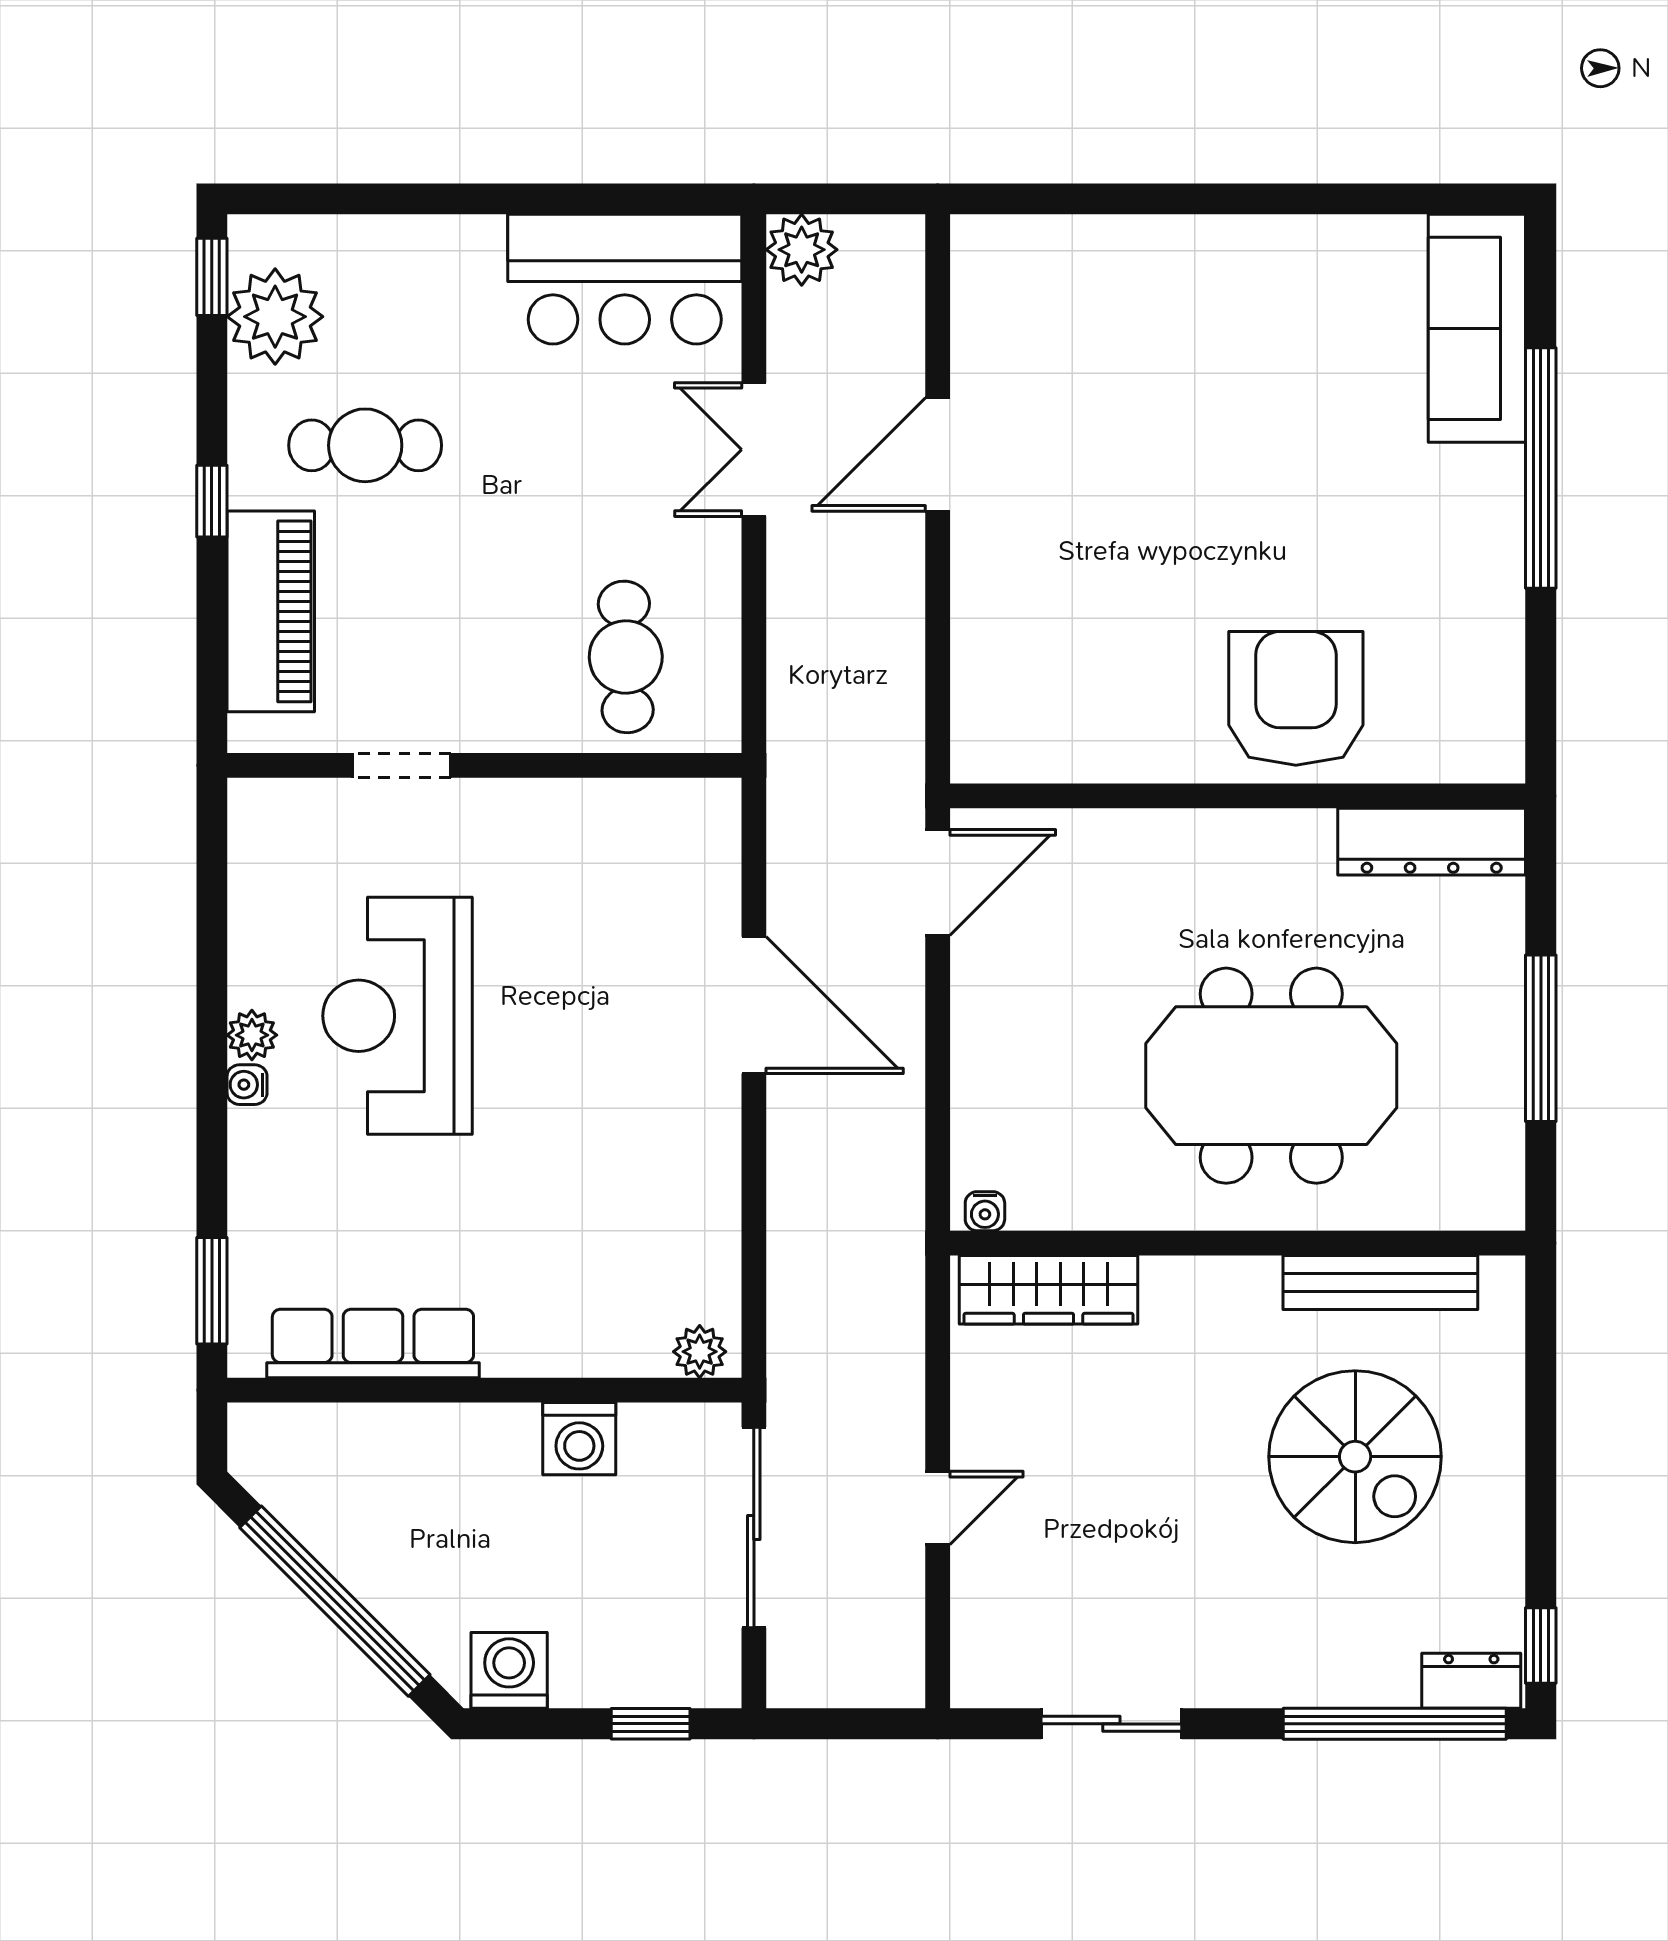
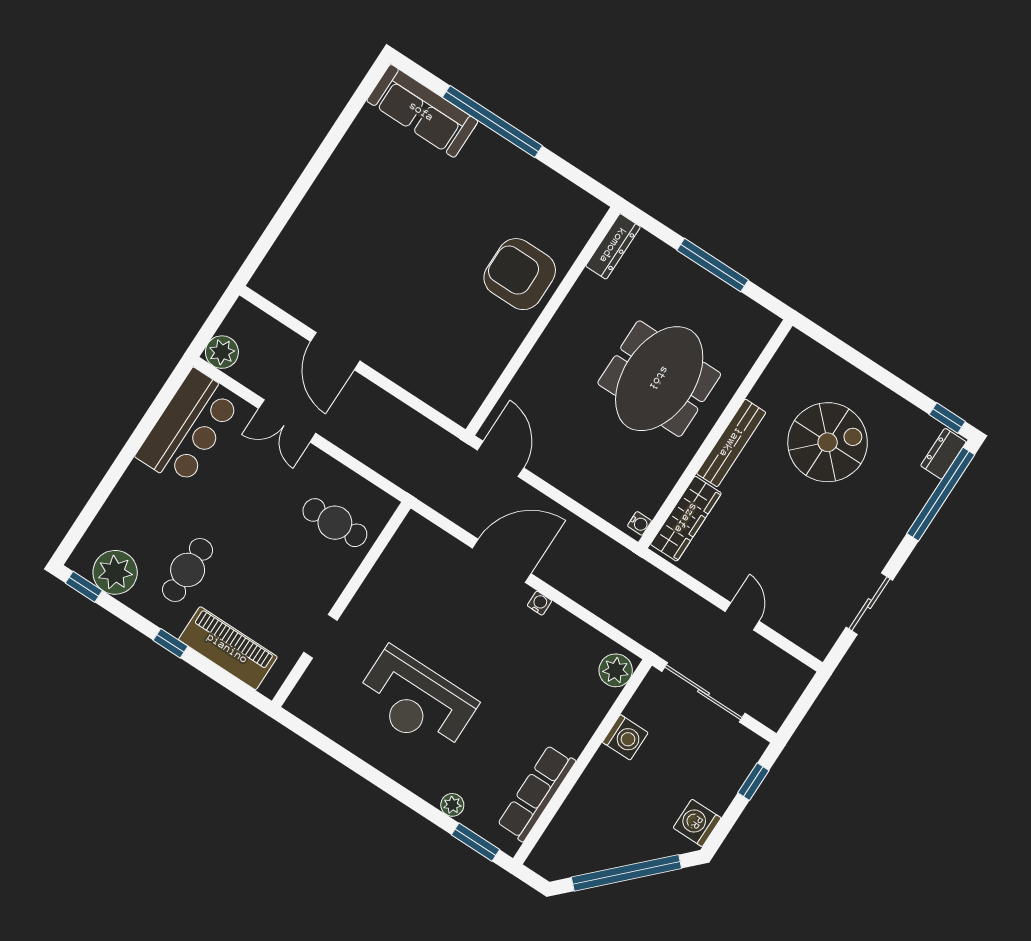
dresser: (1432, 842) -> (613, 246), width x0.73, depth x0.80
plant: (252, 1035) -> (452, 805), moved
water cooler: (247, 1085) -> (539, 603), moved, turned 180
bench: (1380, 1283) -> (731, 443), moved
plant: (700, 1352) -> (616, 670), width x1.38, depth x1.38

